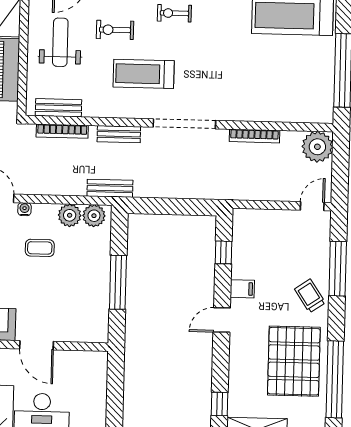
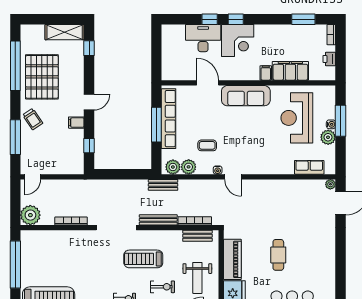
treadmill: (144, 74) -> (143, 259), turned 180
bench: (119, 134) -> (158, 220), width x1.36
row of seats: (99, 291) -> (169, 119), added

